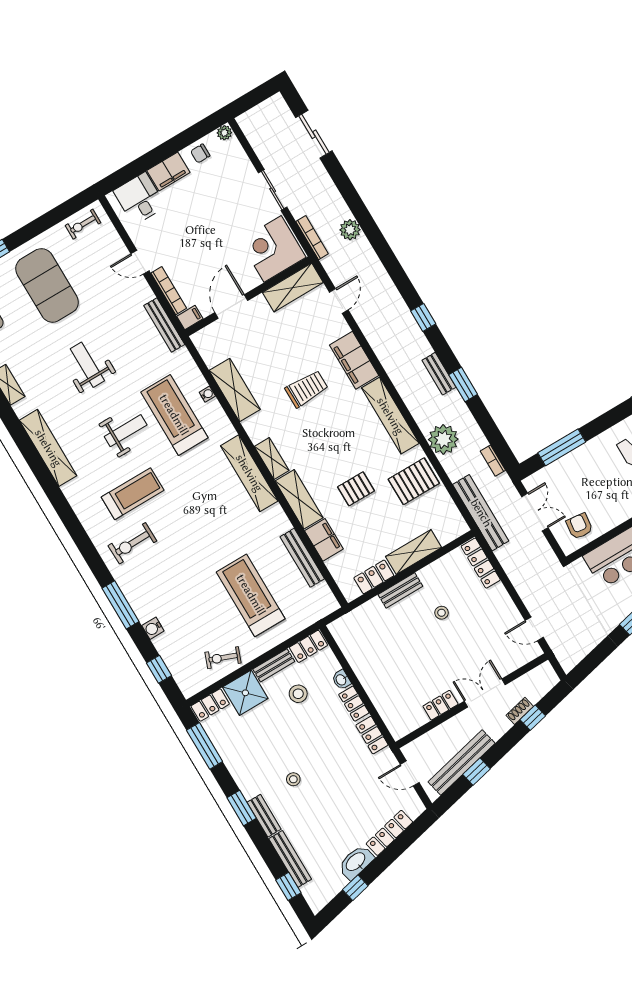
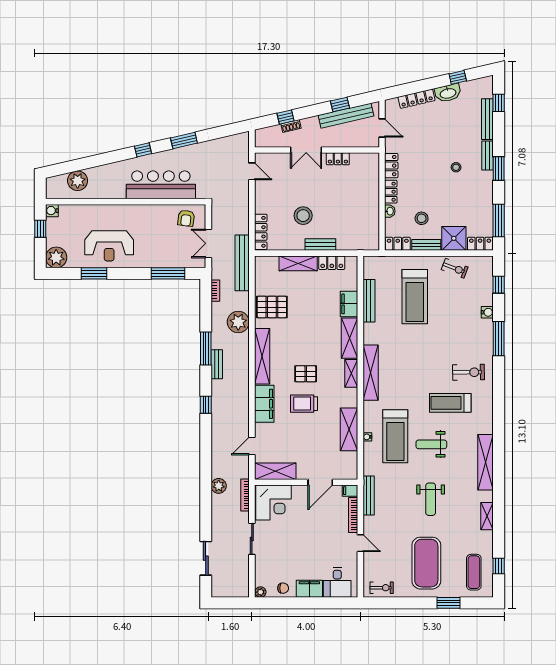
window: (463, 385) -> (206, 349), width x1.44
pallet: (356, 489) -> (306, 374), moved
stool: (442, 613) -> (303, 216), width x1.89, depth x1.89

